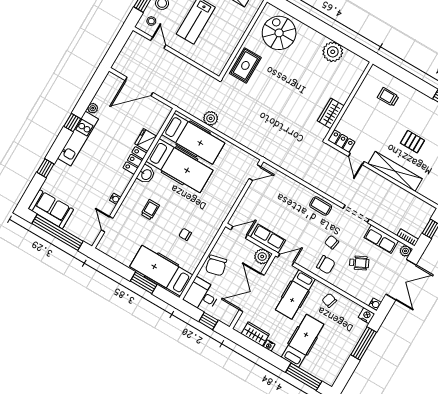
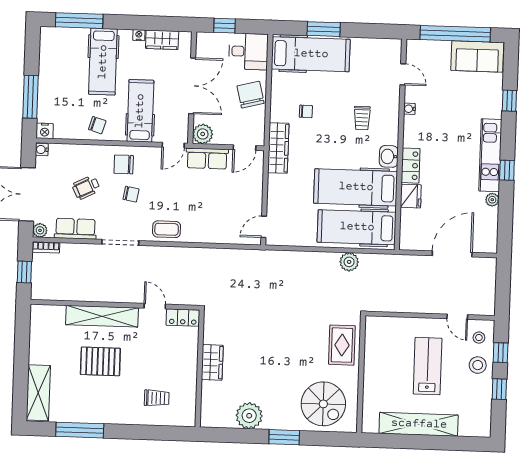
window: (317, 25) -> (284, 437), added
wardrobe: (331, 113) -> (212, 362), moved
pallet: (412, 142) -> (100, 361), width x1.50, depth x1.42
wardrobe: (217, 220) -> (278, 148), added

